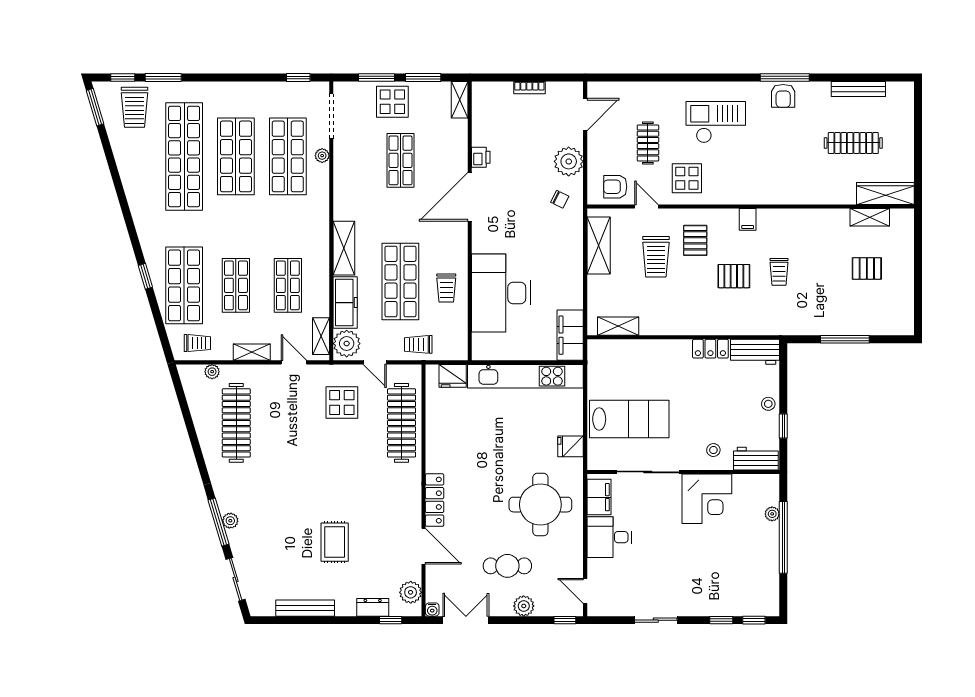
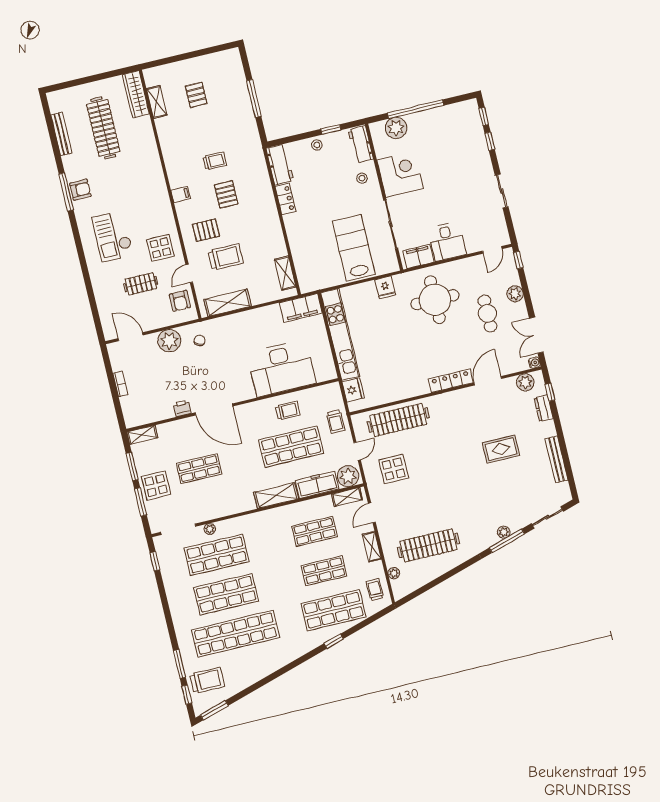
clothes rail: (853, 143) -> (103, 128), width x1.37, depth x1.31
plant: (772, 514) -> (396, 128), width x1.88, depth x1.88

